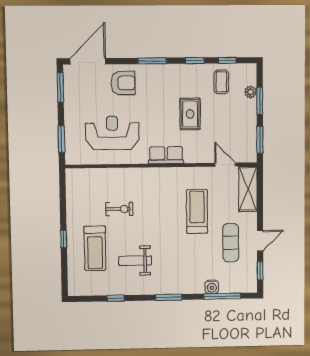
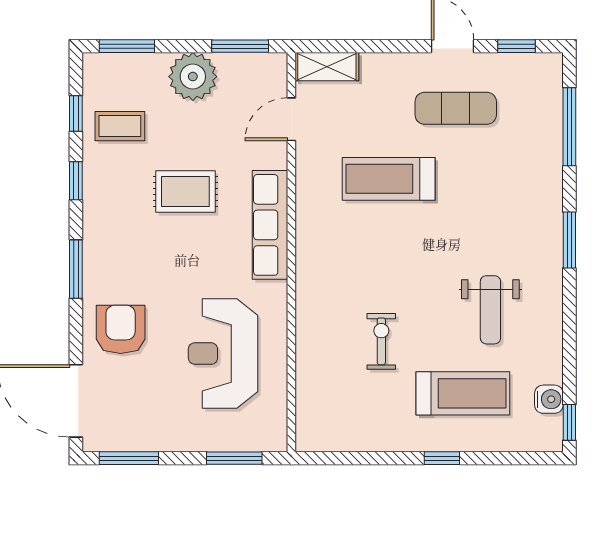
plant: (251, 92) -> (193, 77), moved, width x1.88, depth x1.88
window: (260, 101) -> (127, 46), moved
row of seats: (166, 155) -> (270, 225), width x1.48
shelving: (248, 189) -> (327, 67), width x0.67, depth x0.75
water cooler: (212, 287) -> (549, 399), moved
window: (116, 298) -> (569, 422), moved

